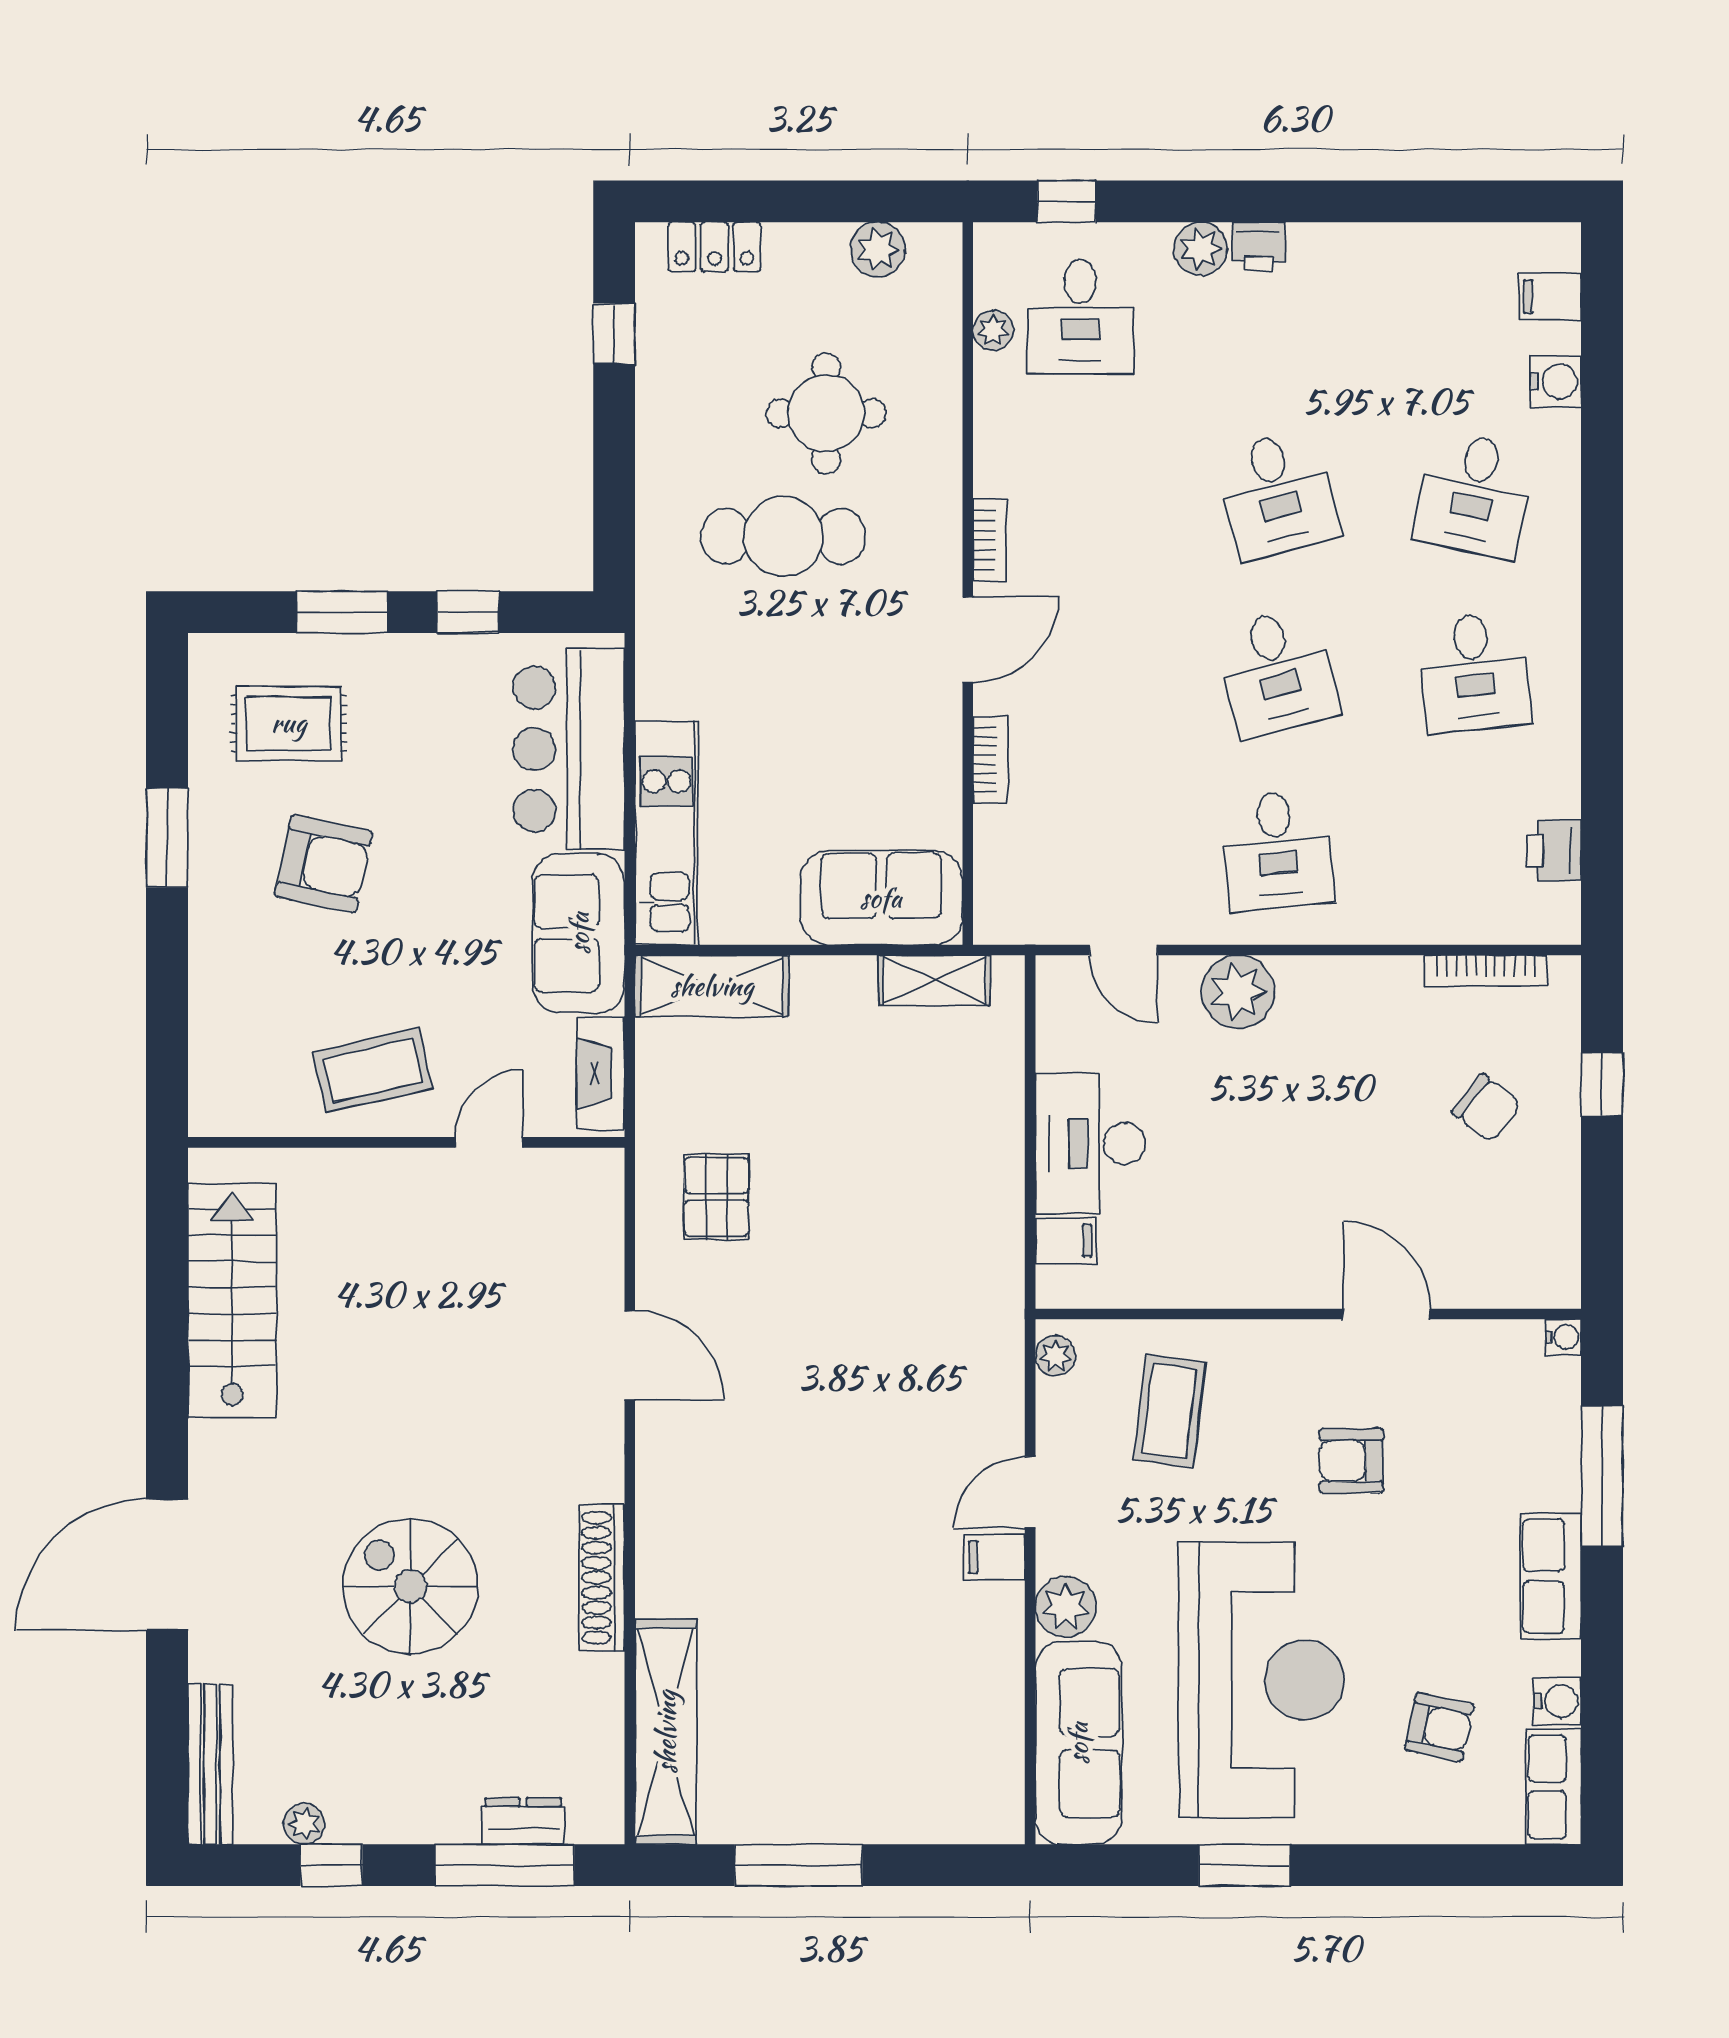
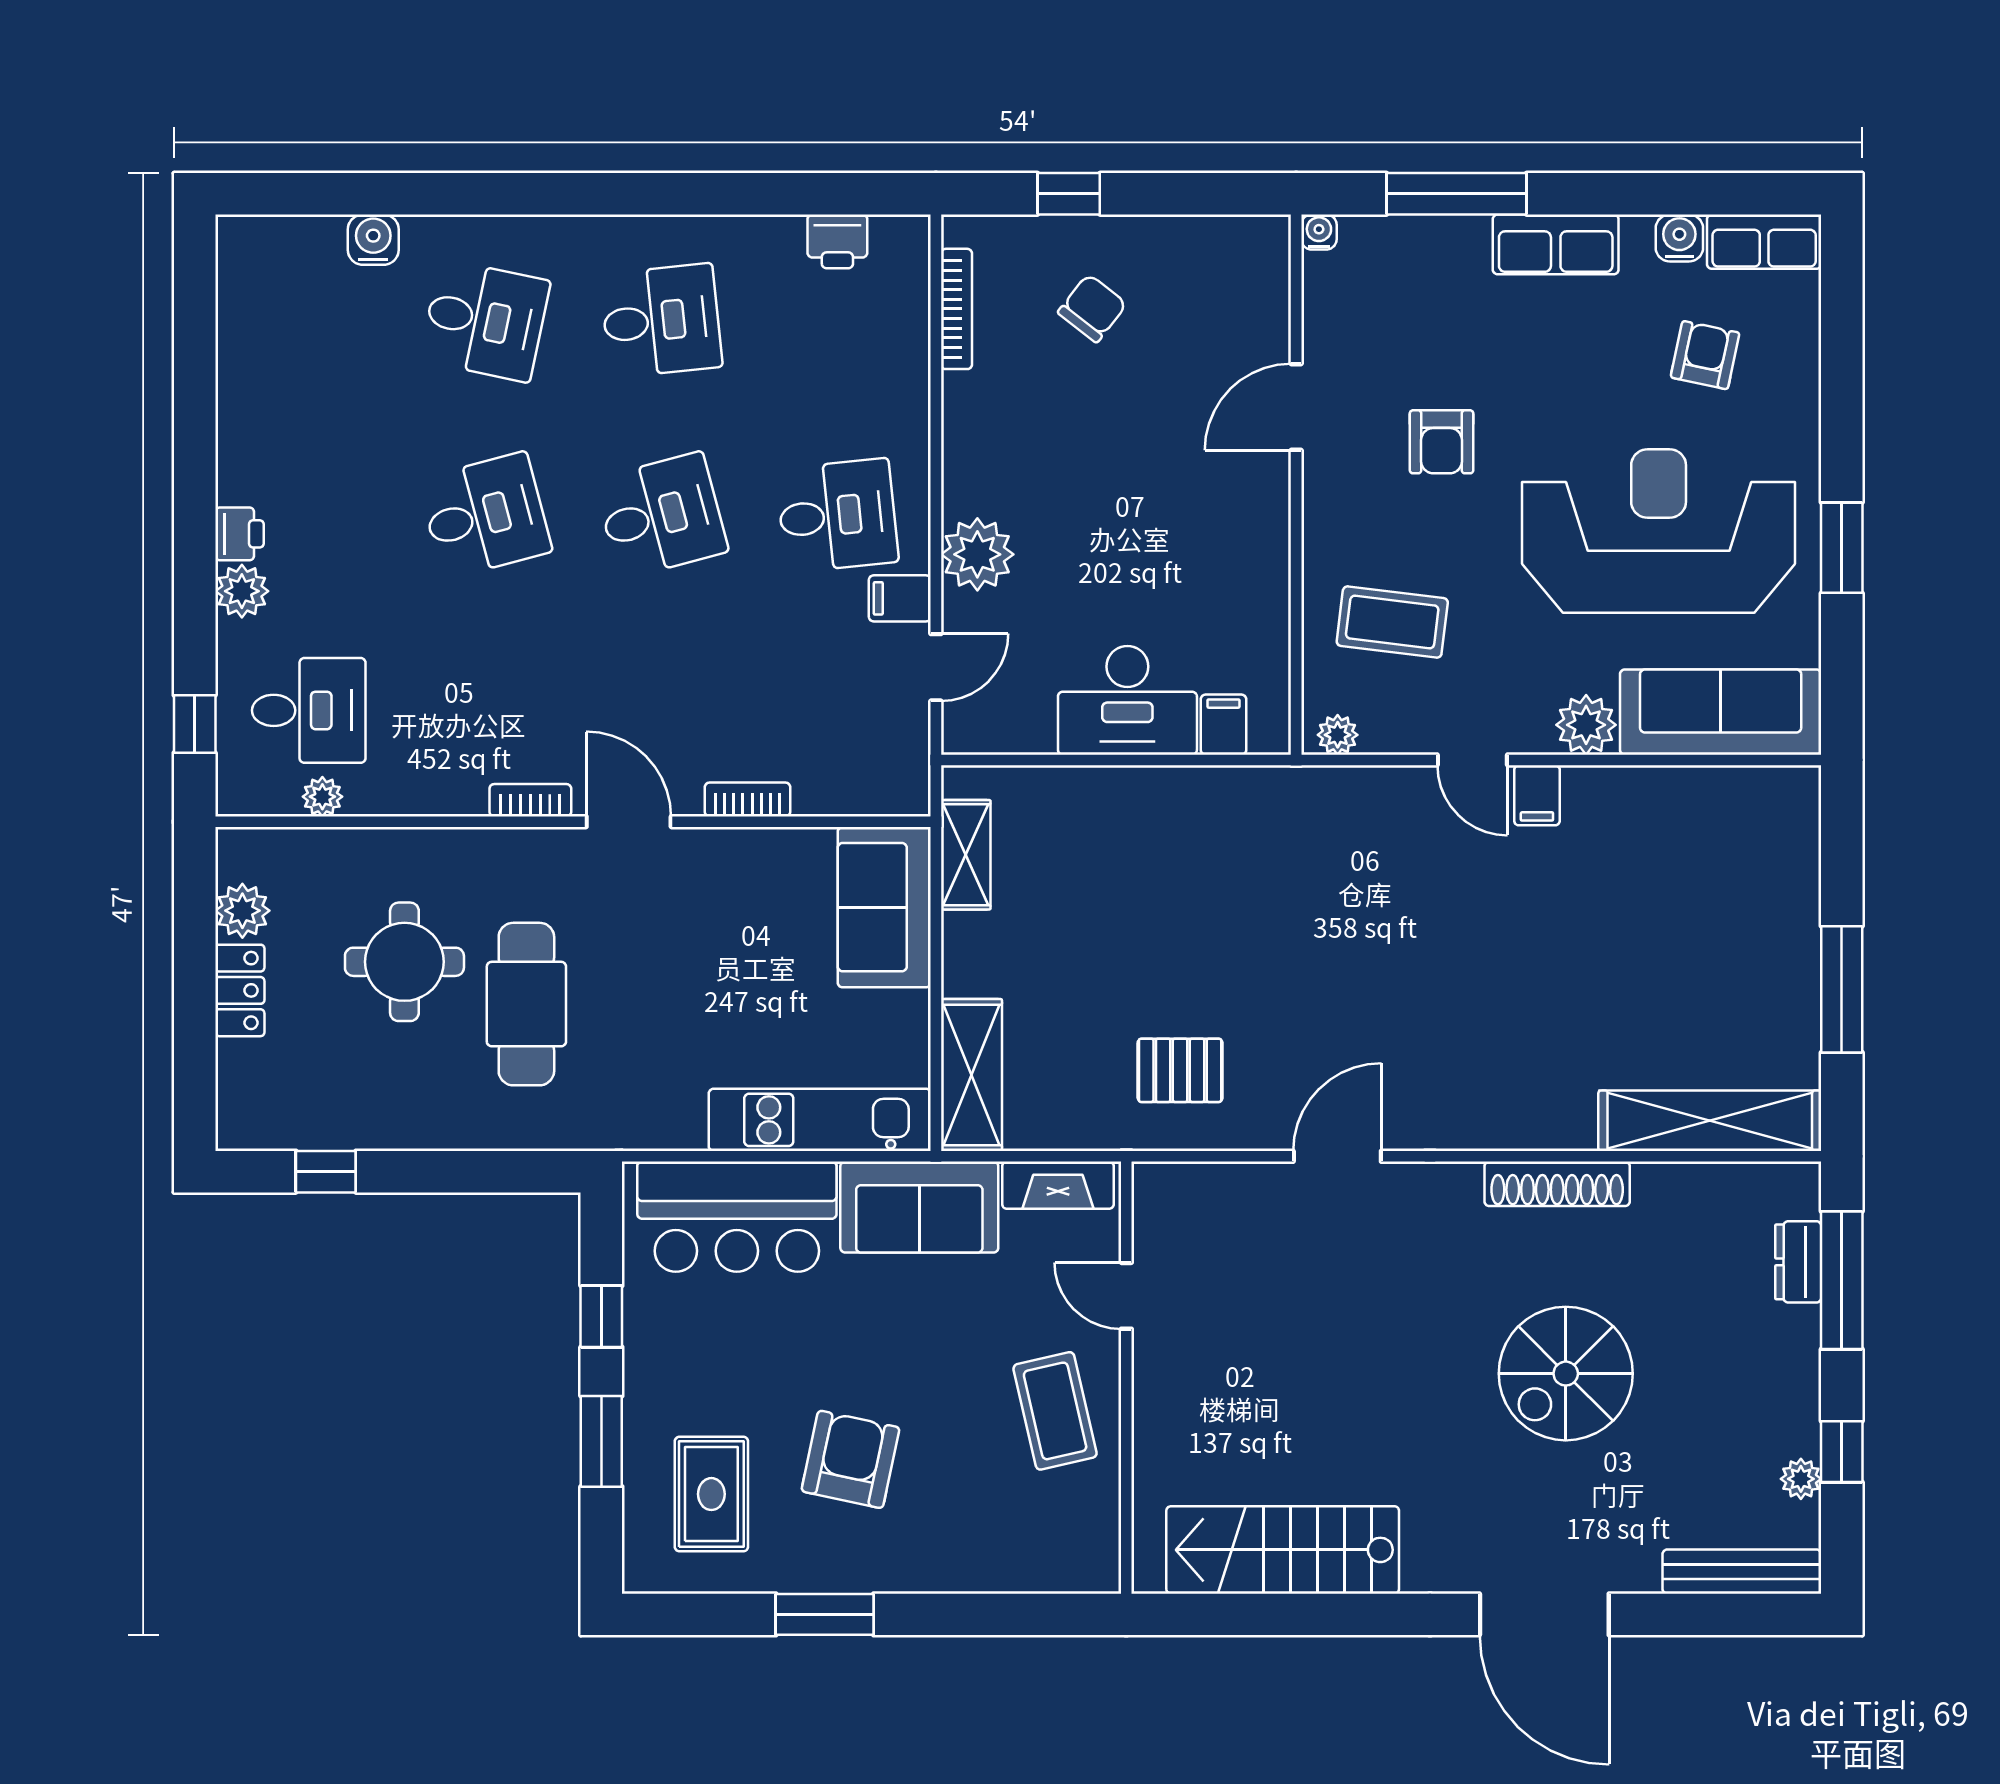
locker: (714, 247) -> (240, 990), moved
filing cabinet: (1550, 297) -> (900, 598), moved, turned 90

